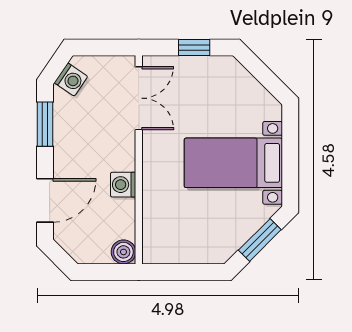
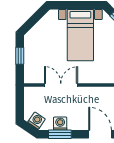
double door: (139, 98) -> (61, 85), moved
washing machine: (123, 185) -> (60, 124), moved, turned 180

